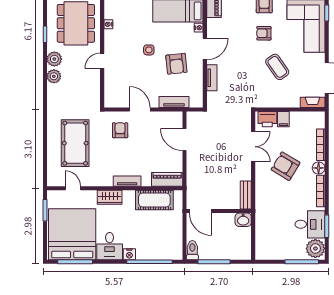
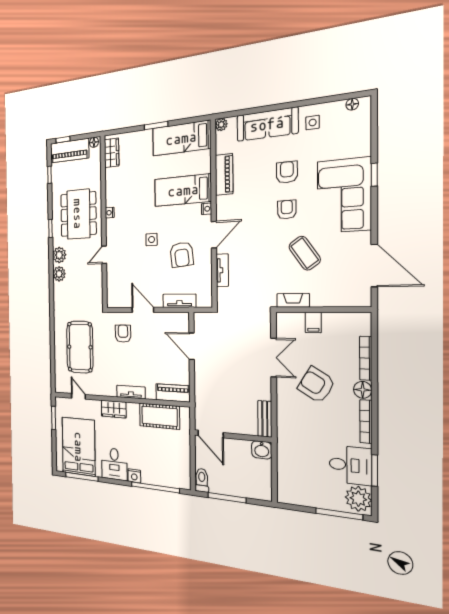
armchair: (264, 33) -> (287, 210), turned 90
fireplace: (313, 102) -> (293, 300), moved
printer: (267, 119) -> (292, 322), removed
bed: (72, 234) -> (79, 447), width x0.73

